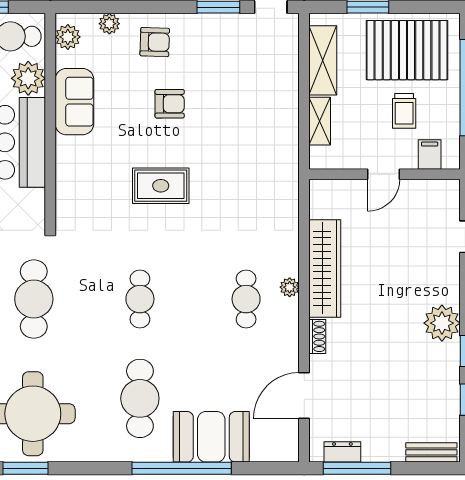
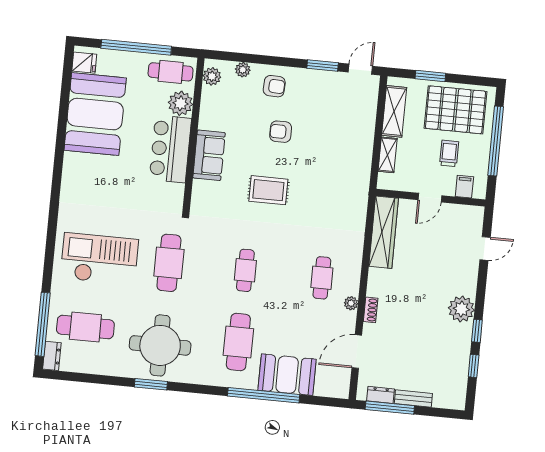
sofa: (74, 102) -> (209, 155), moved
armchair: (170, 104) -> (281, 132), turned 180
trolley: (404, 111) -> (449, 153), turned 180
wardrobe: (325, 268) -> (384, 232), moved
plant: (290, 287) -> (351, 303), moved
bench: (431, 452) -> (413, 398), moved

